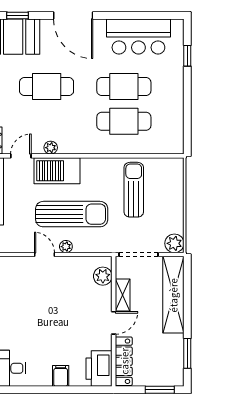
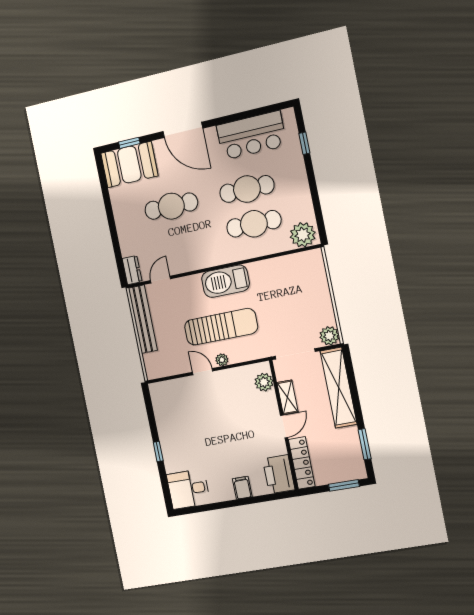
plant: (51, 148) -> (303, 235), moved, width x1.87, depth x1.87
barbecue: (57, 171) -> (225, 281), moved
sun lounger: (134, 190) -> (277, 290), removed

